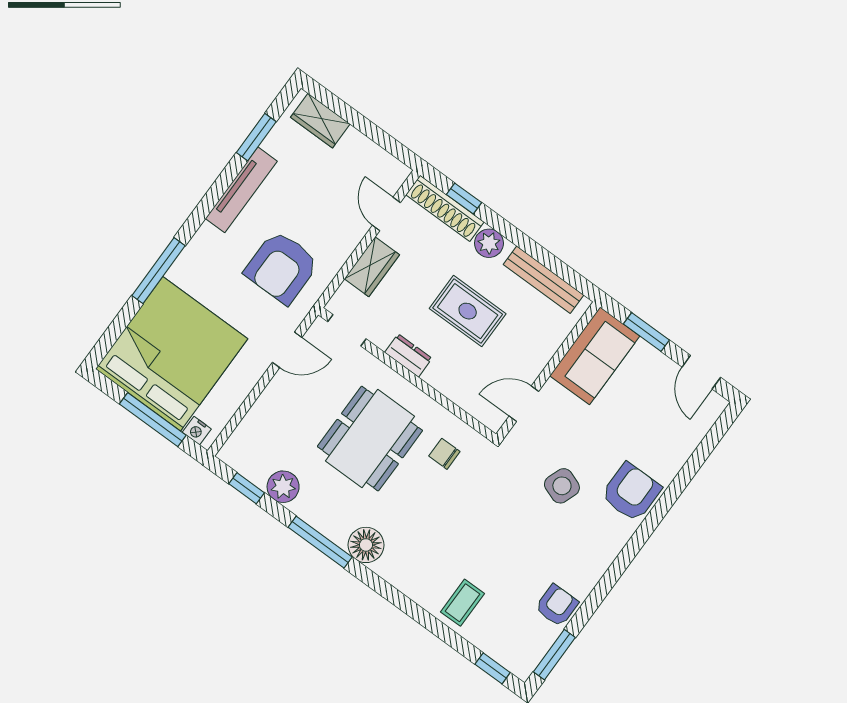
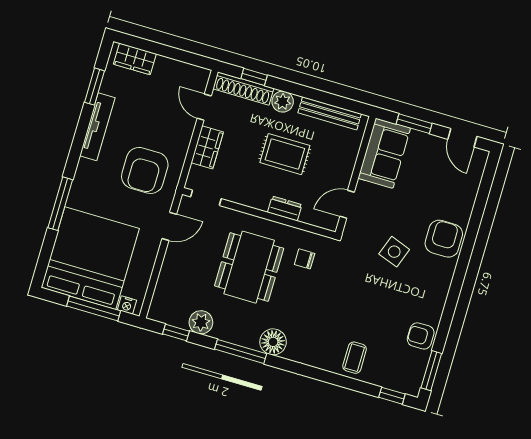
dresser: (408, 355) -> (285, 209), moved
armchair: (557, 606) -> (421, 336), turned -90

